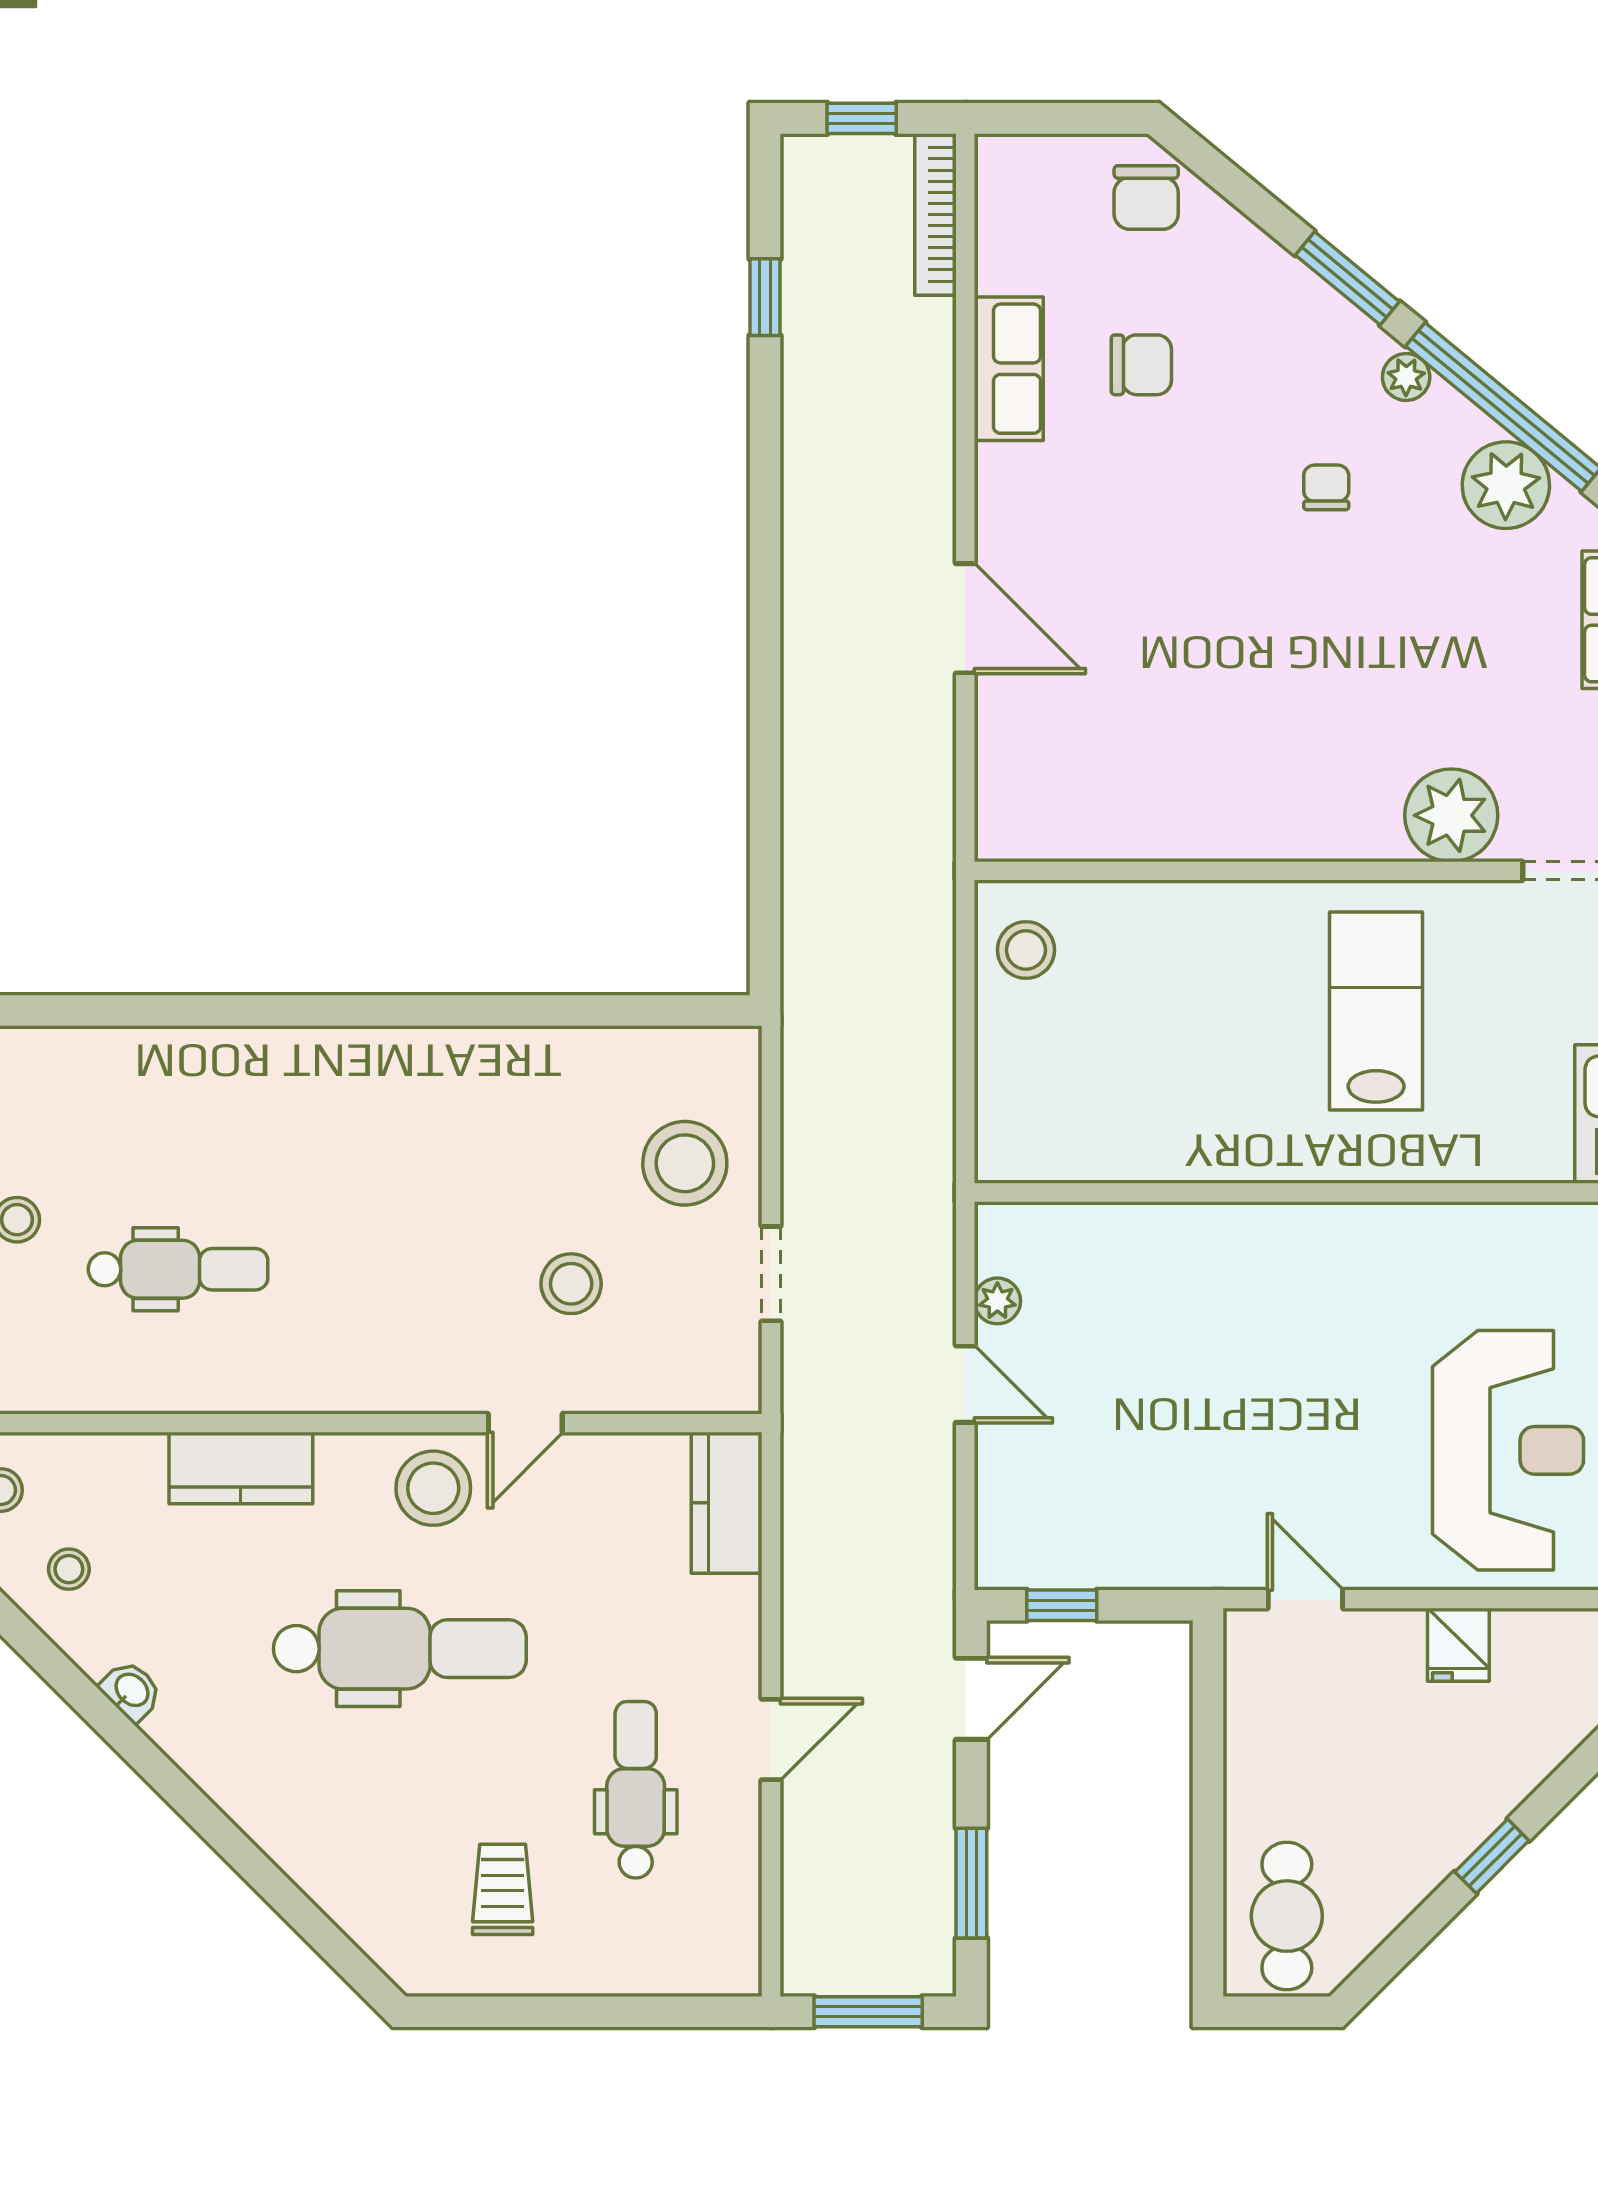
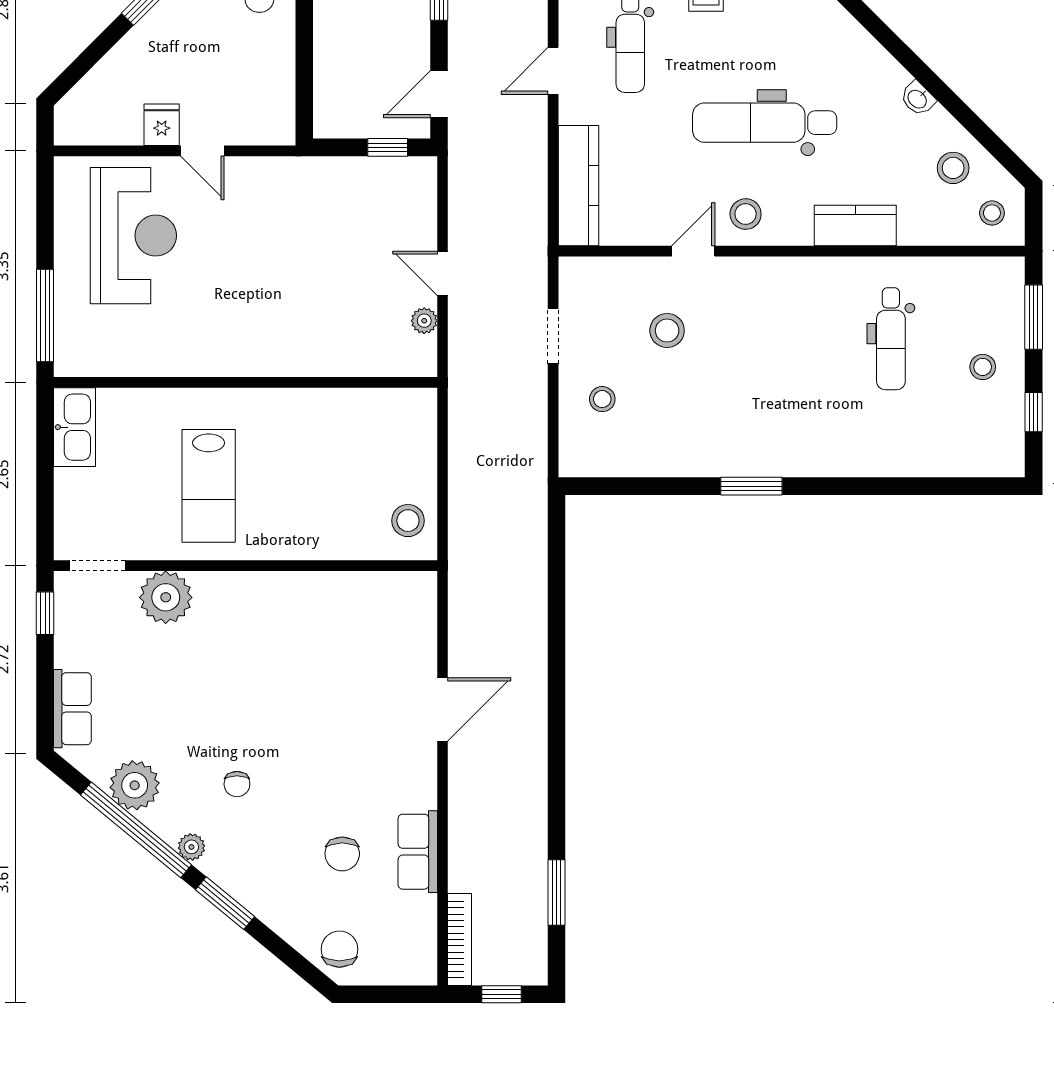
window: (765, 297) -> (557, 892), width x1.50
chair: (1141, 365) -> (342, 854), turned -90
door: (965, 618) -> (443, 709), swing flipped
window: (423, 1010) -> (751, 486), added
stool: (685, 1163) -> (602, 399), width x0.53, depth x0.53
dental chair: (178, 1269) -> (891, 339), turned -90
reception desk: (1508, 1450) -> (133, 236), turned 180
stool: (433, 1488) -> (746, 214), width x0.73, depth x0.73
kitchen counter: (727, 1503) -> (578, 186), width x1.50
stool: (69, 1569) -> (953, 168), width x1.37, depth x1.37
door: (1305, 1599) -> (202, 151), moved

